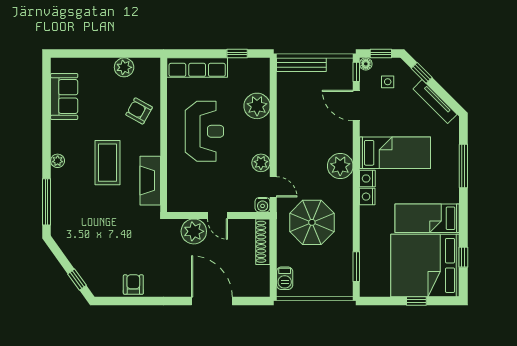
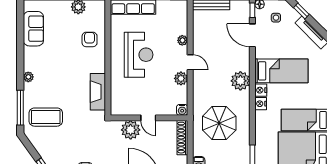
plant: (257, 106) -> (182, 40), width x0.53, depth x0.53
armchair: (139, 111) -> (90, 39), turned 61
coffee table: (108, 163) -> (46, 117), moved, turned 90
door: (273, 187) -> (190, 62), moved

